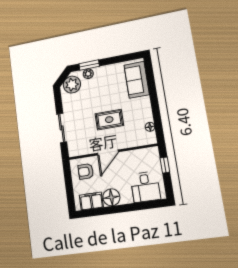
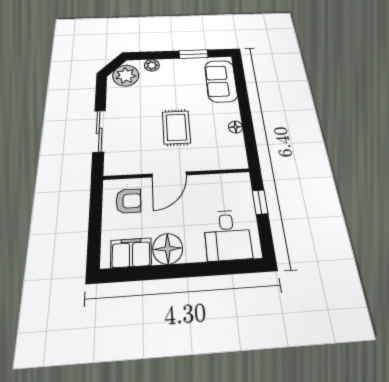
window: (89, 65) -> (193, 54), moved
rug: (109, 120) -> (176, 127), turned 90
floor lamp: (150, 127) -> (235, 127), moved
armchair: (86, 171) -> (128, 201), turned 180

